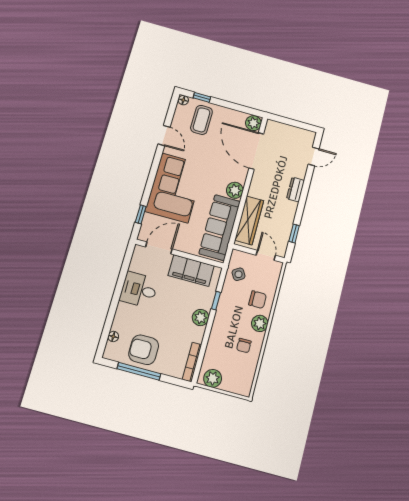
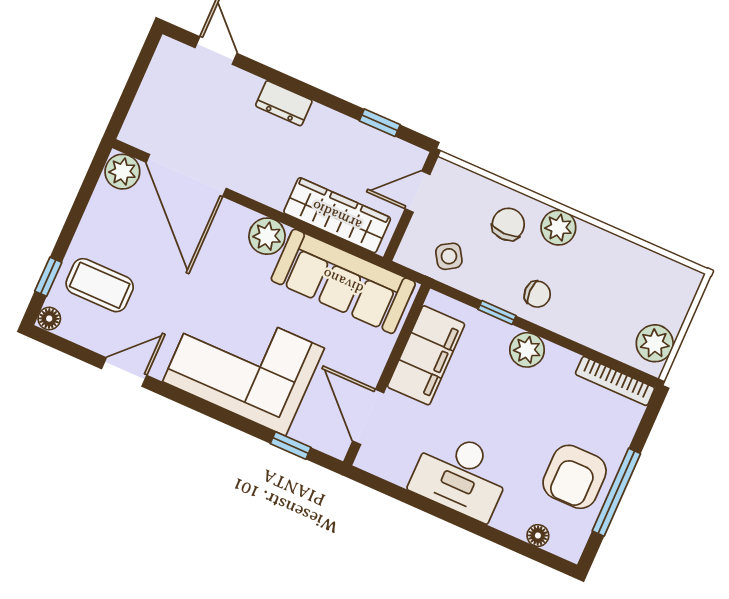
door: (256, 151) -> (186, 175), hinge flipped
desk: (139, 290) -> (461, 475), width x1.37
chair: (244, 346) -> (537, 294), moved

